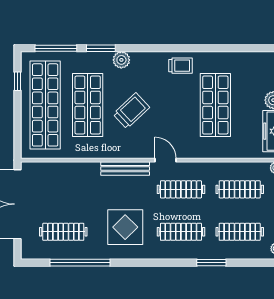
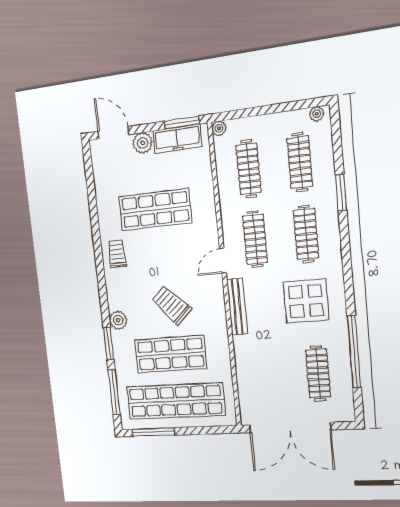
window: (18, 81) -> (153, 432), width x2.17

